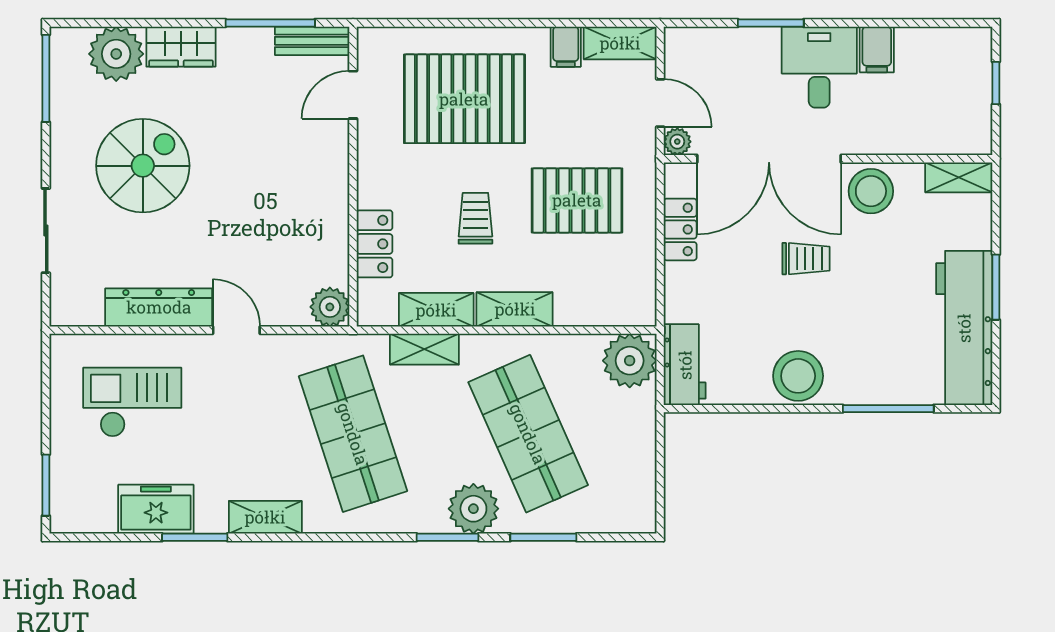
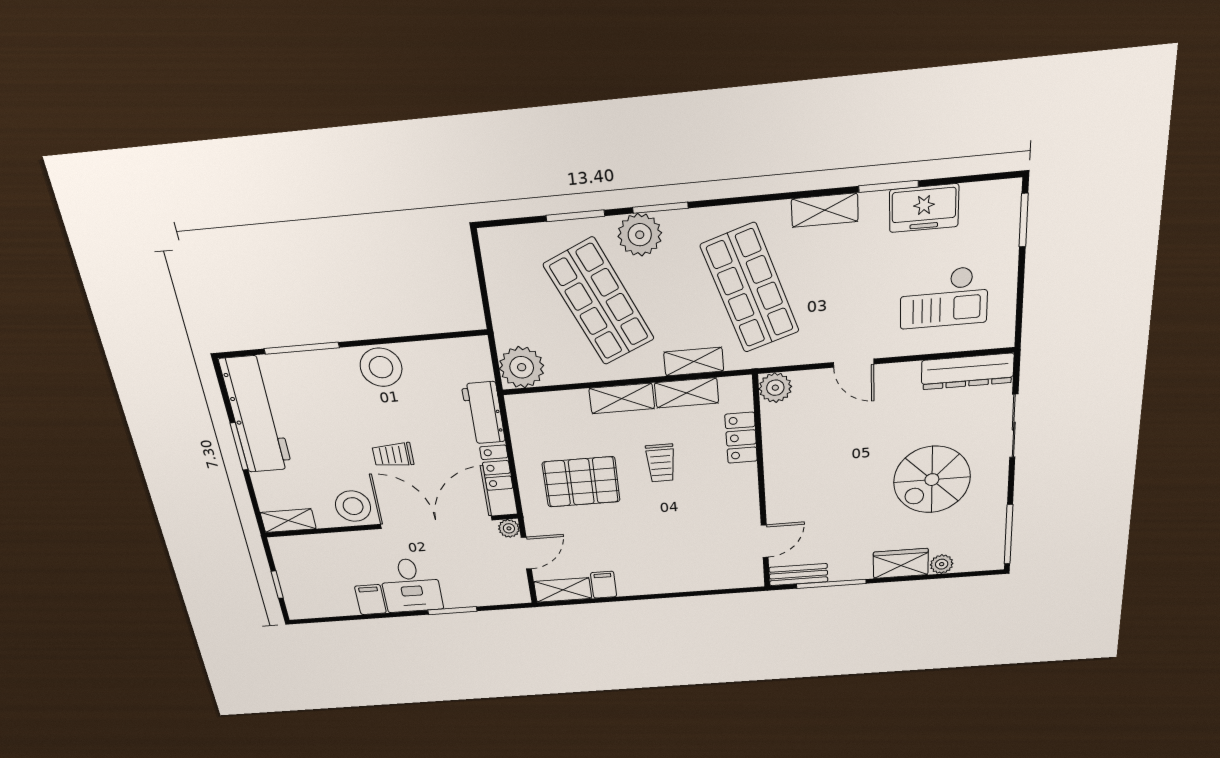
plant: (116, 54) -> (942, 564), width x0.53, depth x0.53
pallet: (464, 99) -> (678, 545), removed
door: (660, 103) -> (526, 553), swing flipped
dresser: (159, 307) -> (967, 371), moved
workbench: (685, 365) -> (483, 413), moved

